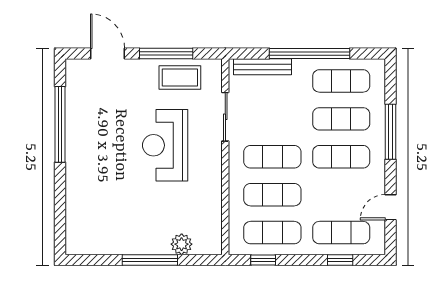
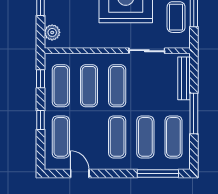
window: (310, 54) -> (194, 113), width x0.68
window: (390, 132) -> (158, 173), moved
plant: (182, 244) -> (52, 32), moved
window: (340, 260) -> (40, 120), moved

